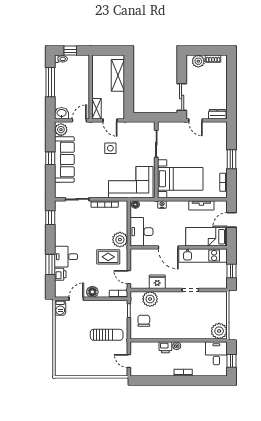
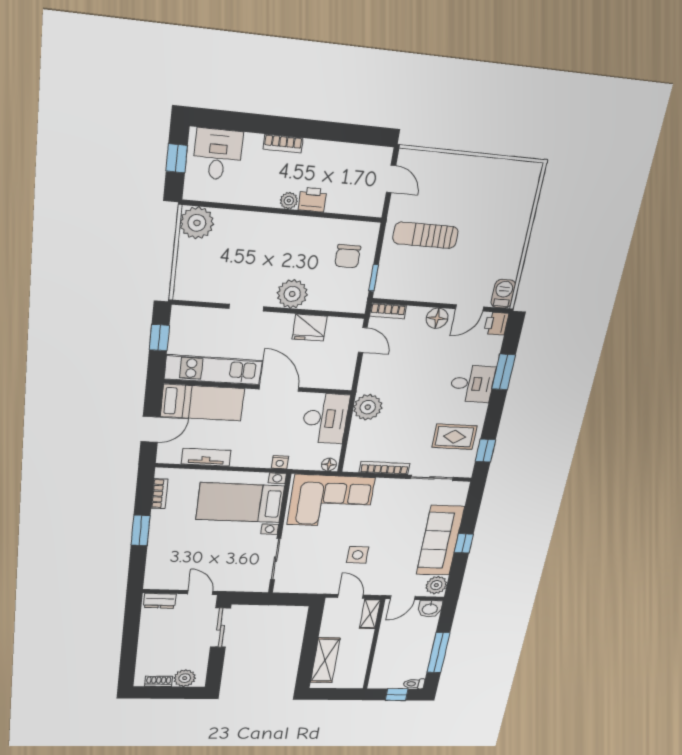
rug: (108, 257) -> (454, 437), moved
printer: (60, 274) -> (496, 324), moved
plant: (150, 299) -> (292, 294), moved
desk: (216, 353) -> (218, 154), moved, turned 180

